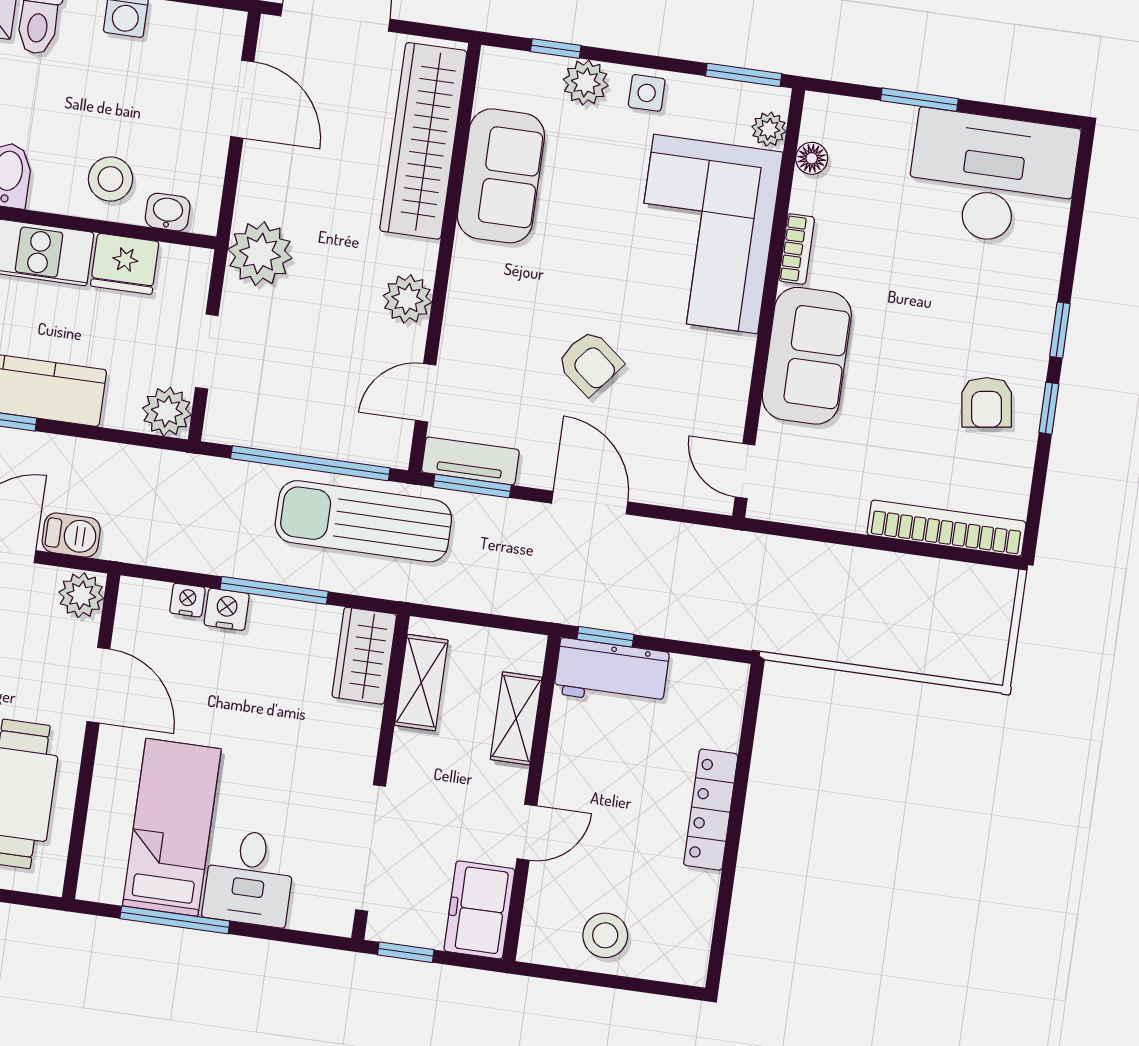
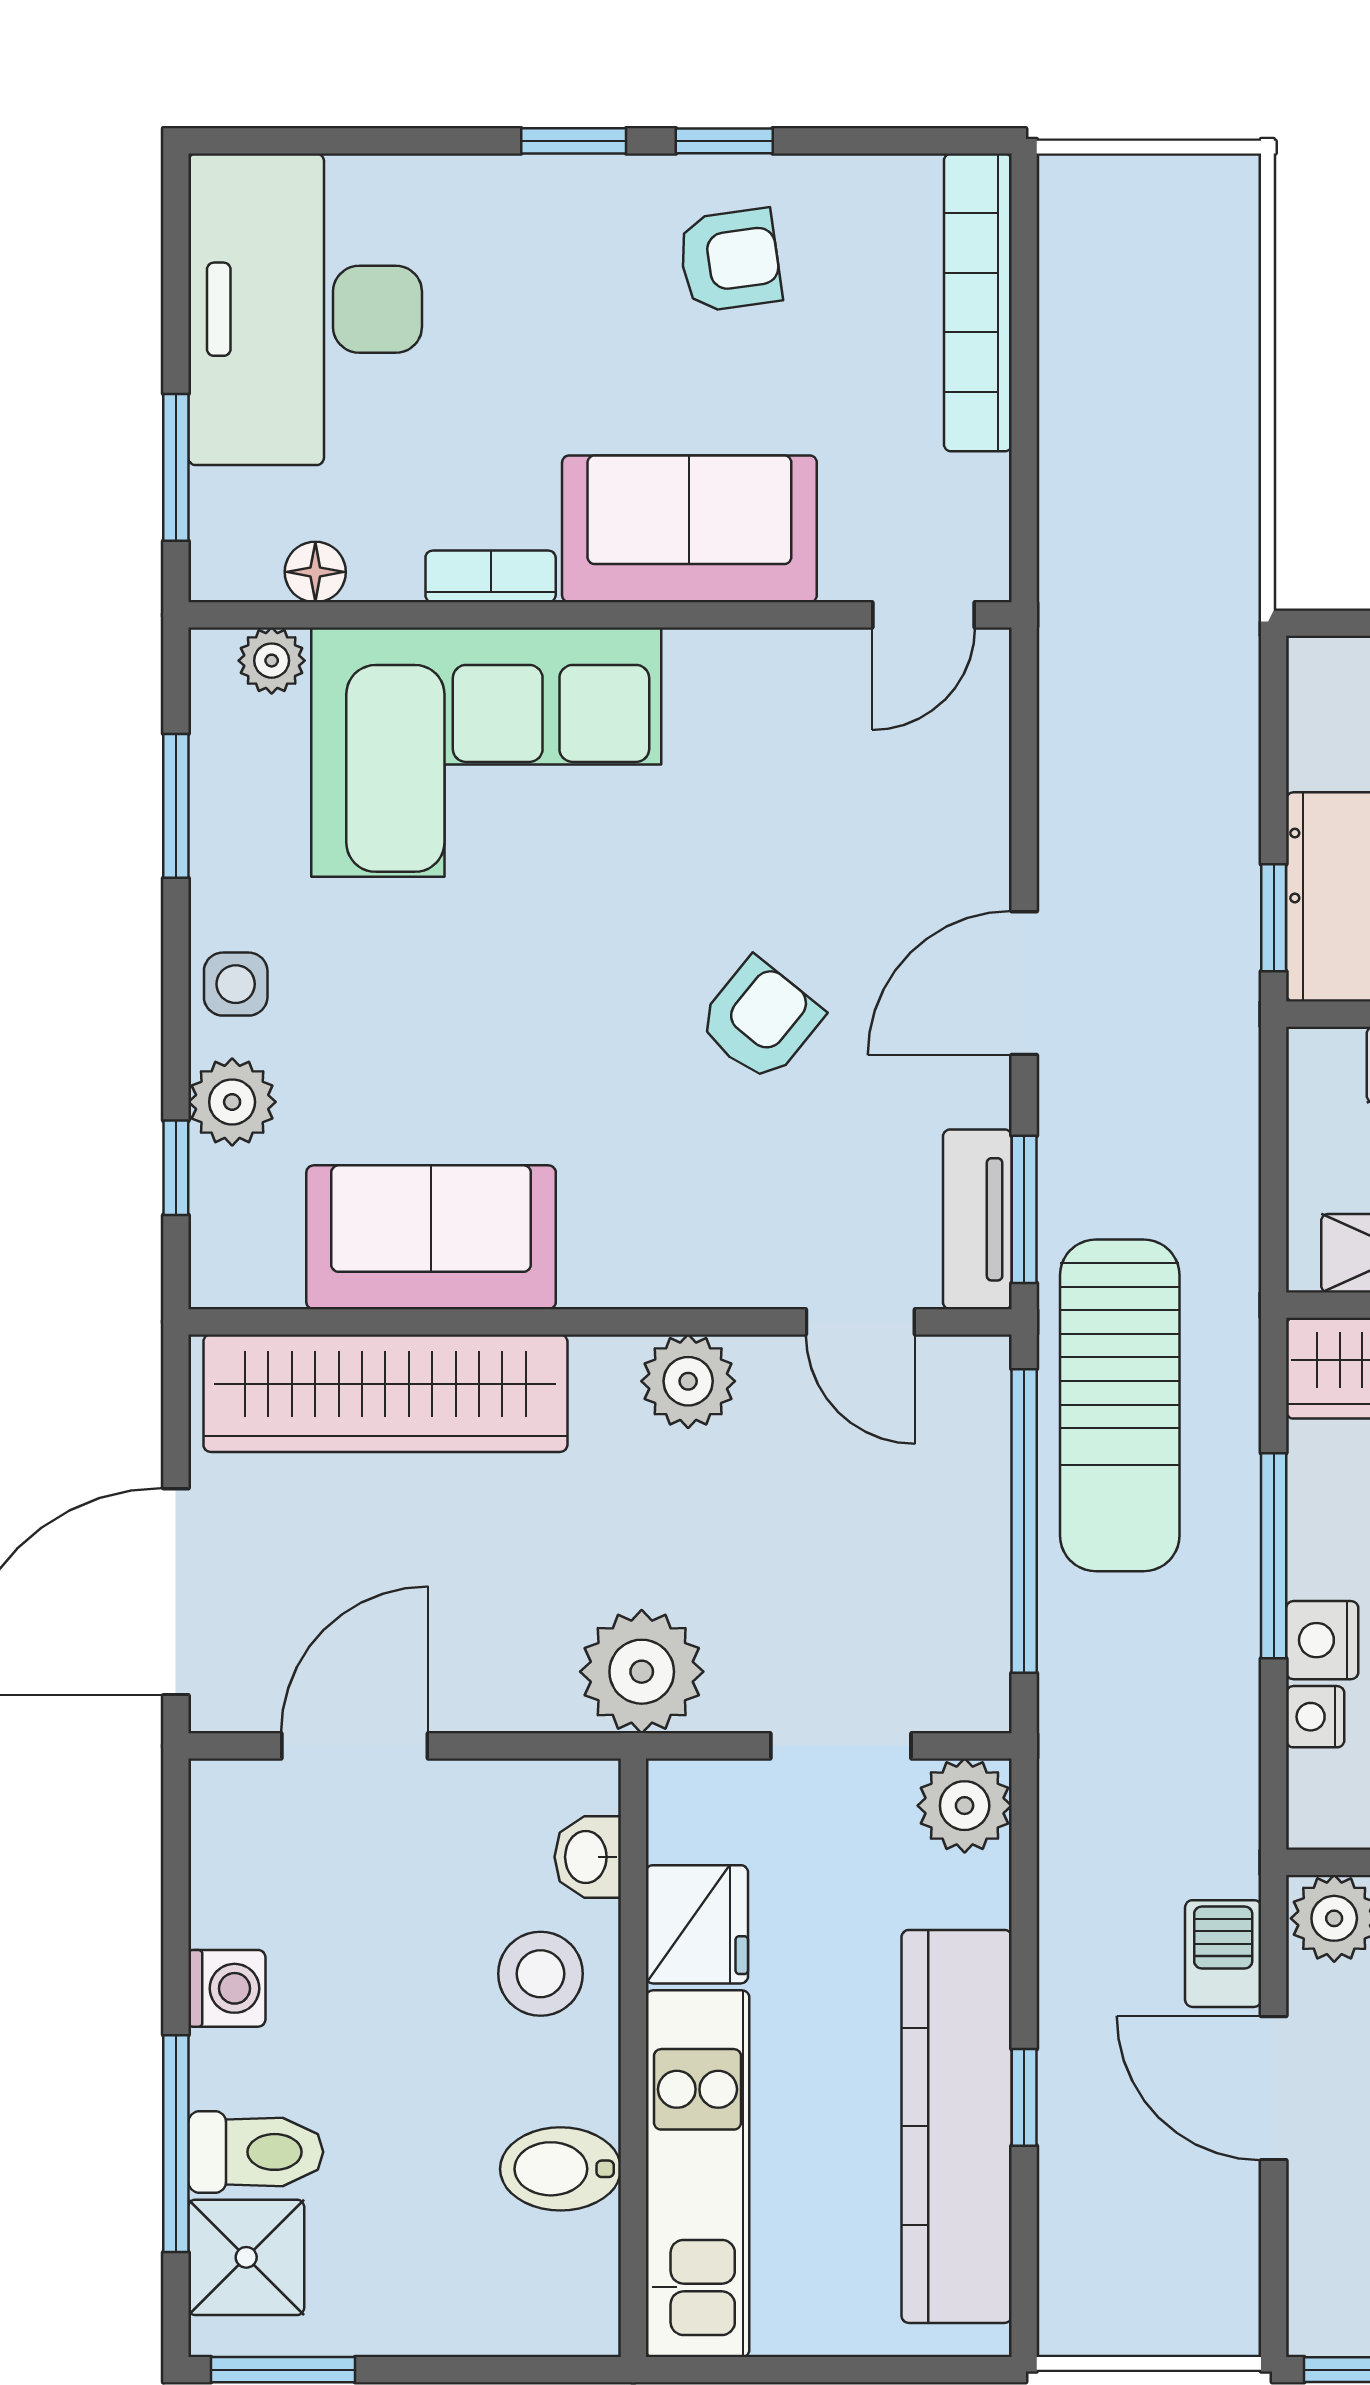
plant: (769, 129) -> (272, 661), moved
floor lamp: (812, 158) -> (315, 572), moved
corner sofa: (706, 234) -> (486, 752), moved
bookcase: (797, 249) -> (491, 576), moved
wall: (769, 303) -> (600, 615), moved
sofa: (807, 356) -> (689, 529), moved
door: (745, 471) -> (923, 615), moved

